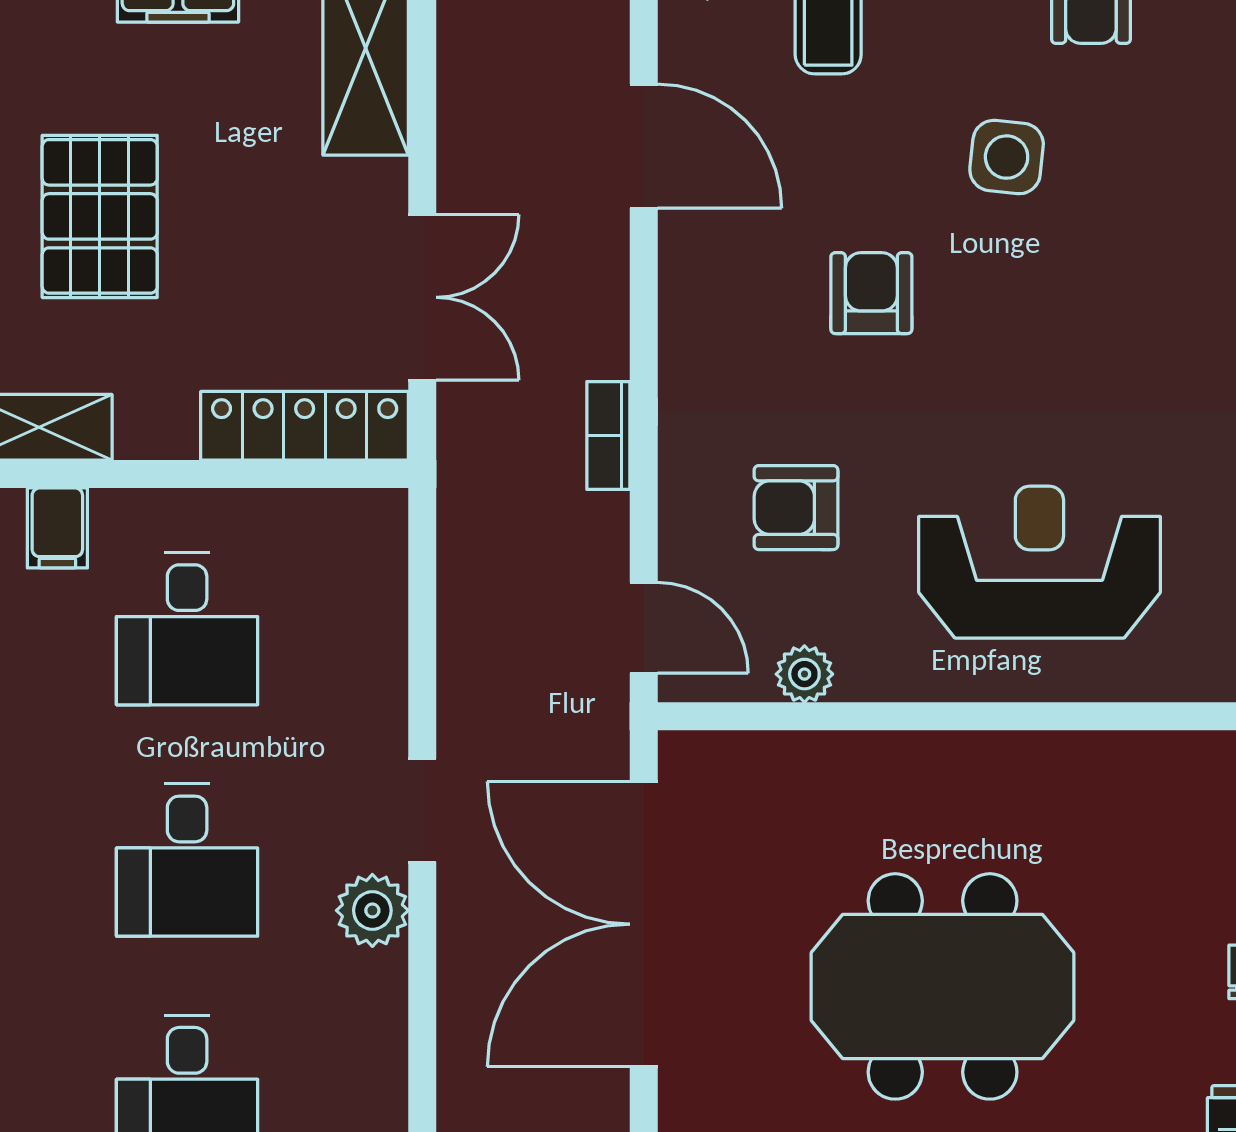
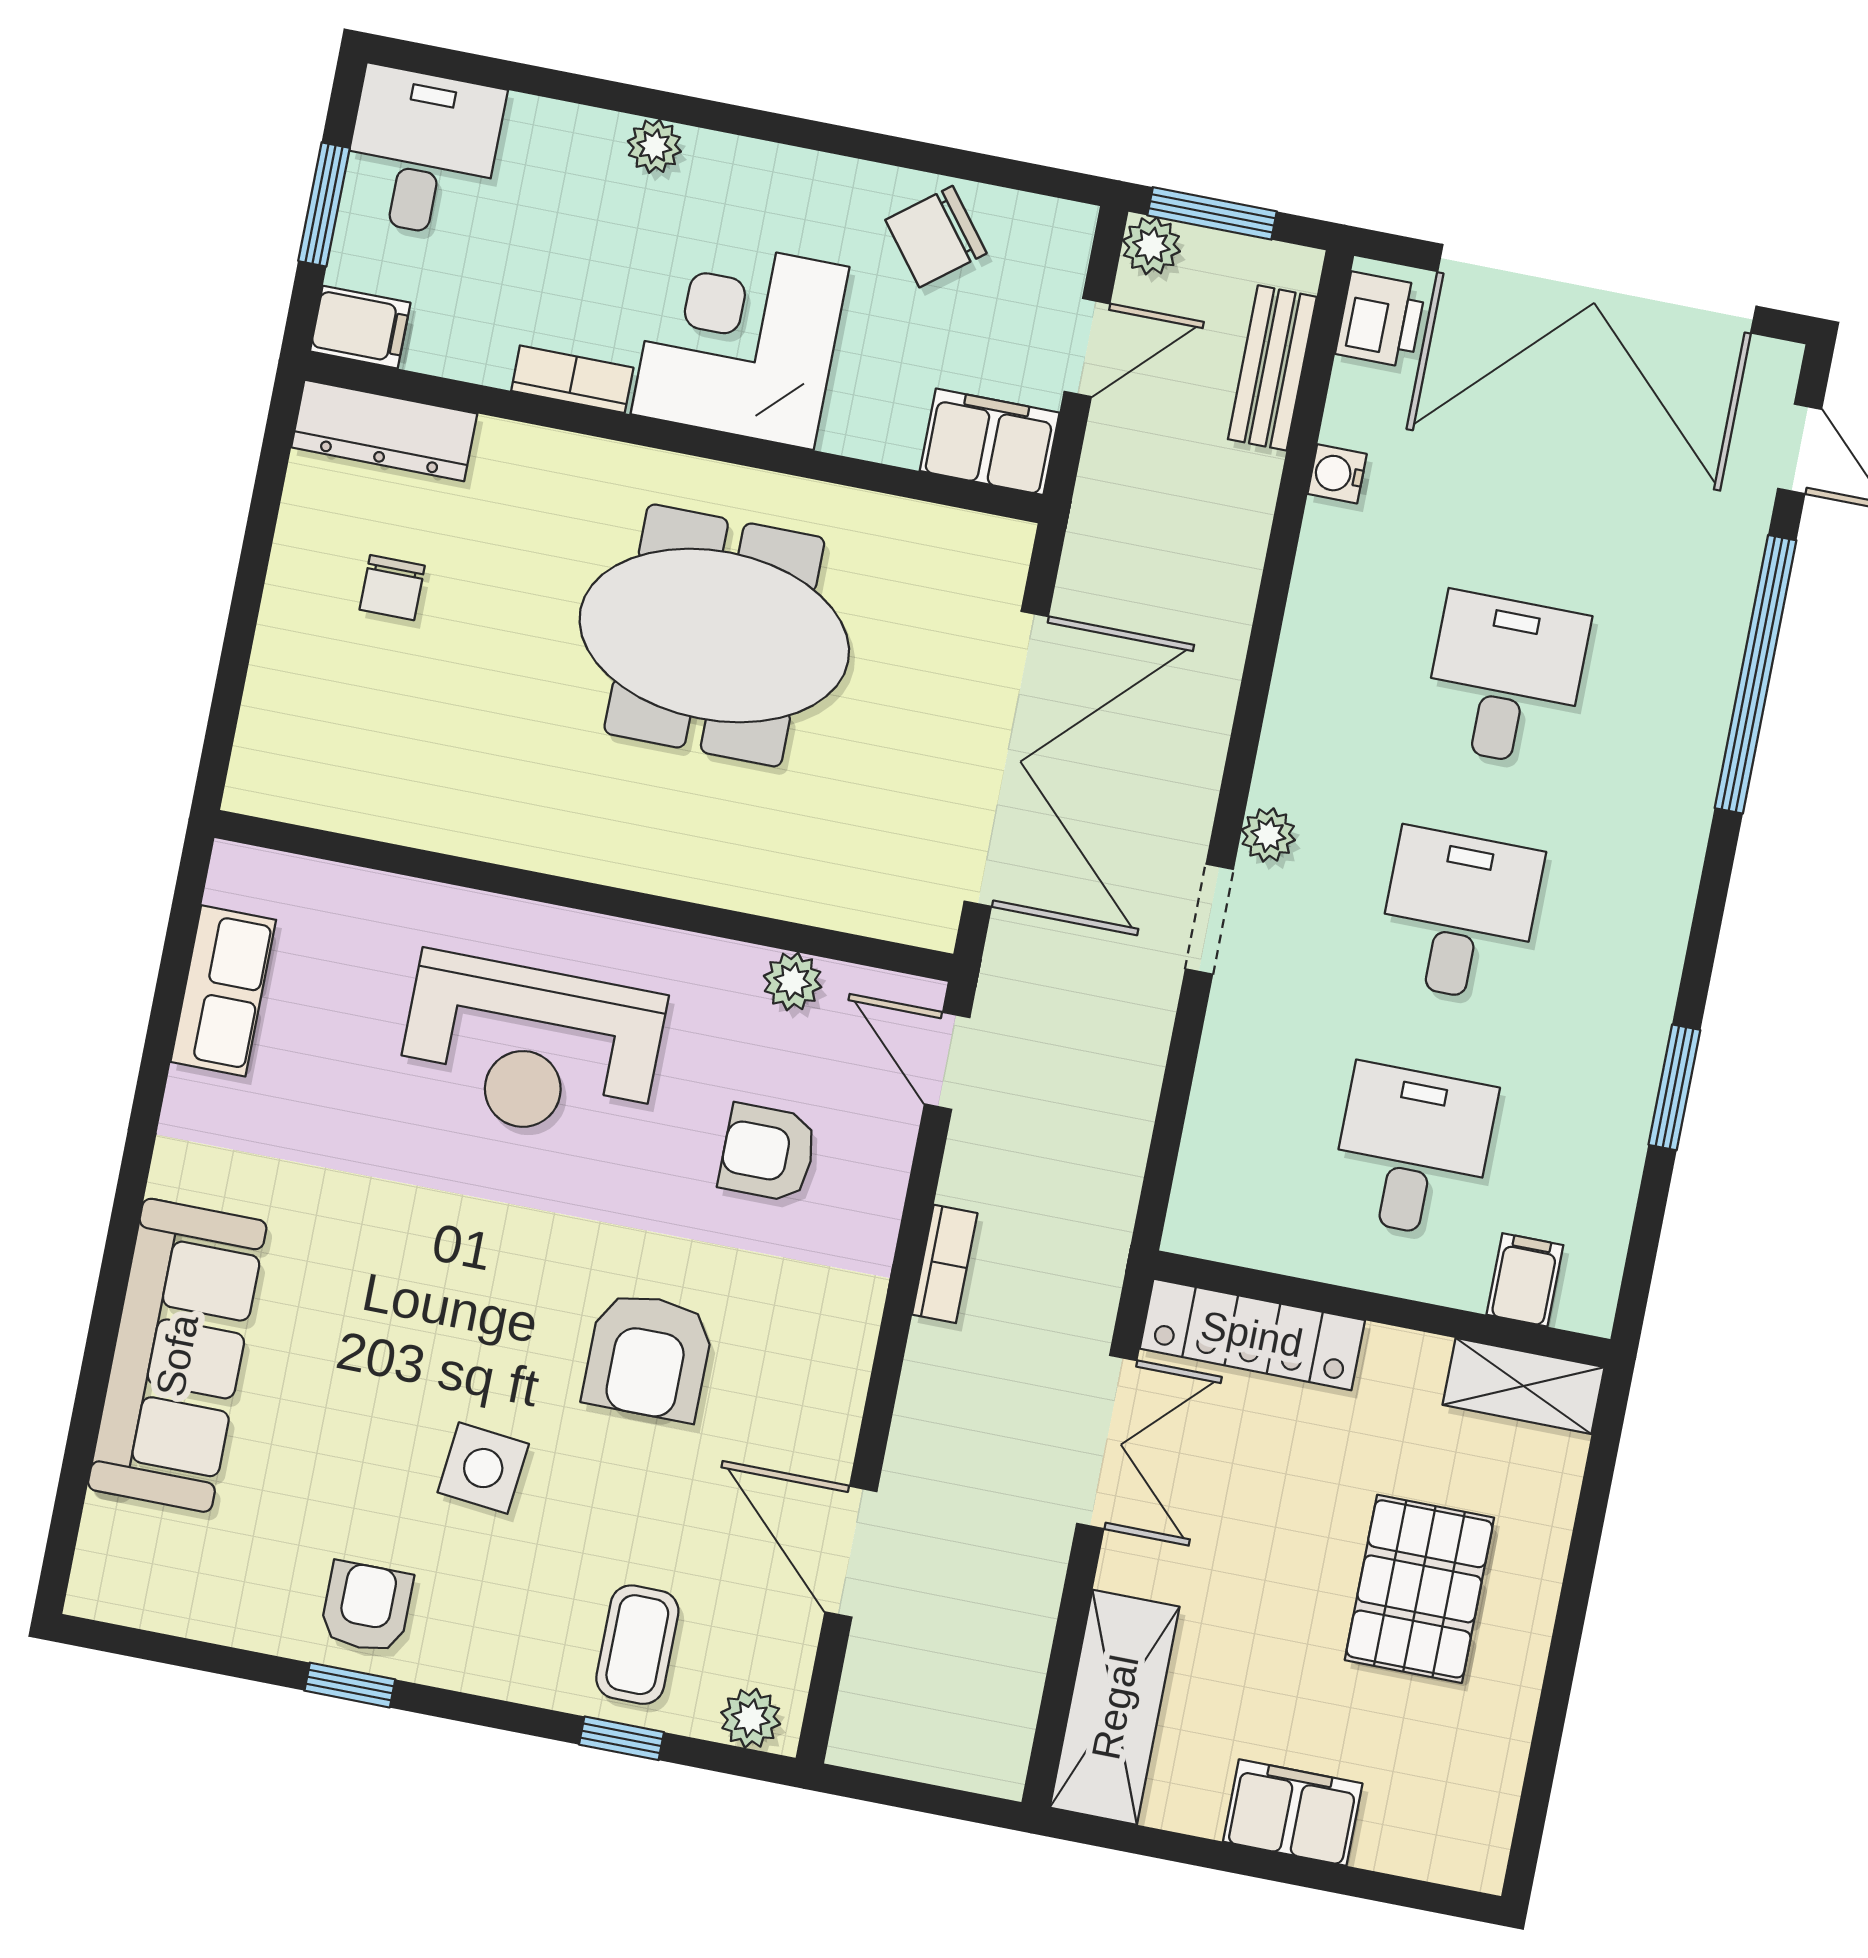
armchair: (871, 293) -> (648, 1356), width x1.38, depth x1.38
double door: (422, 297) -> (1107, 1442), swing flipped
armchair: (796, 508) -> (768, 1153), turned 180
plant: (372, 910) -> (1268, 835), width x0.73, depth x0.73

